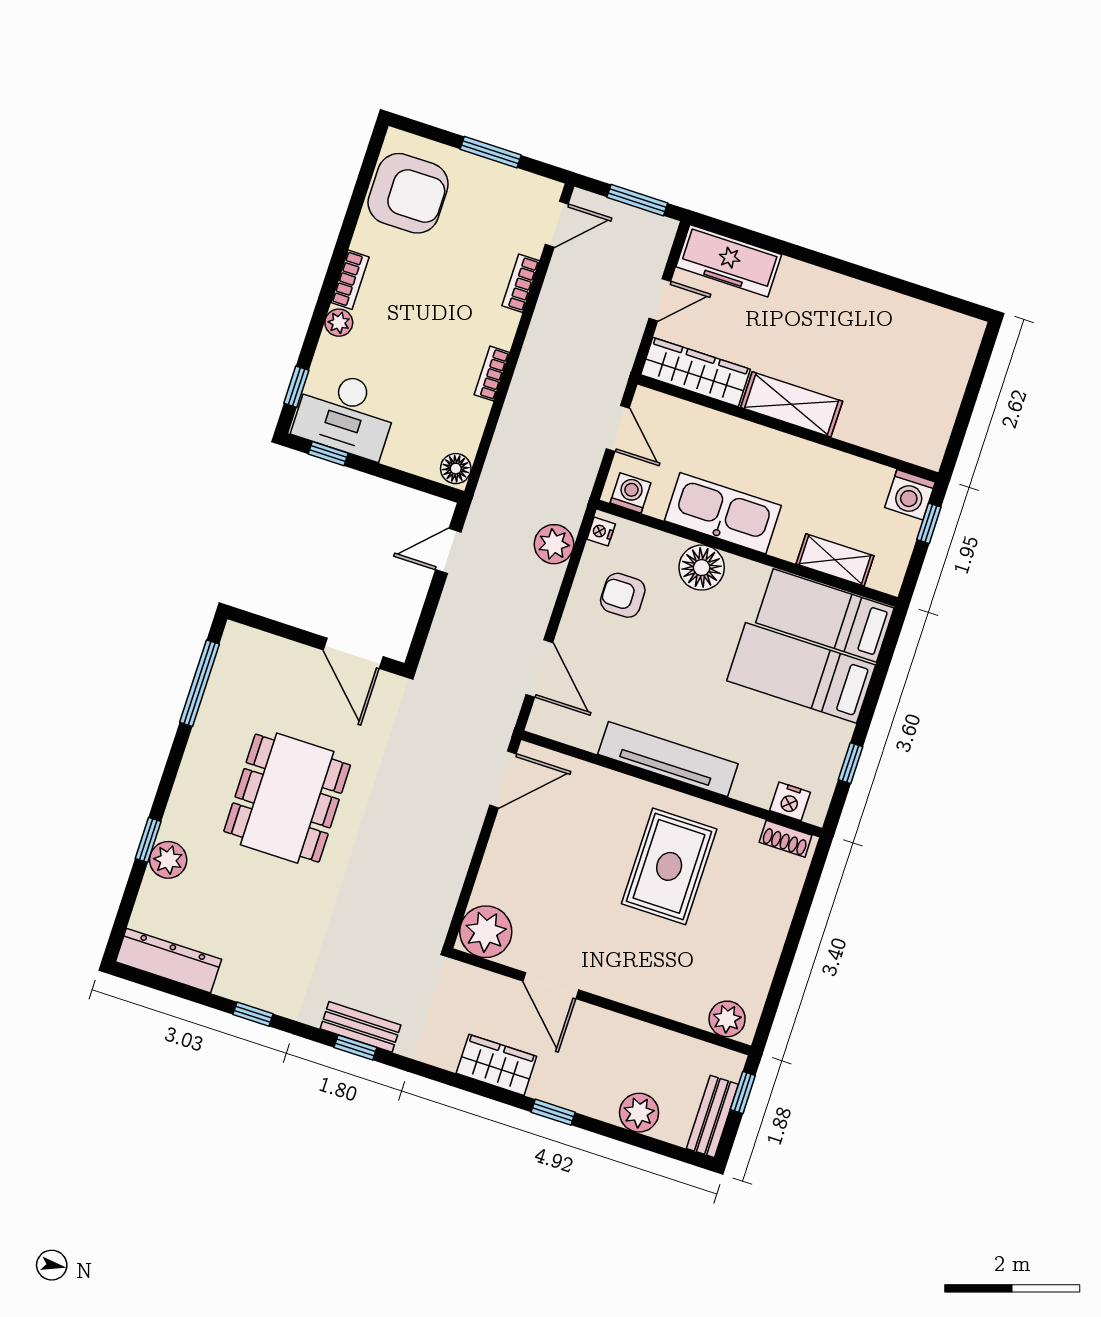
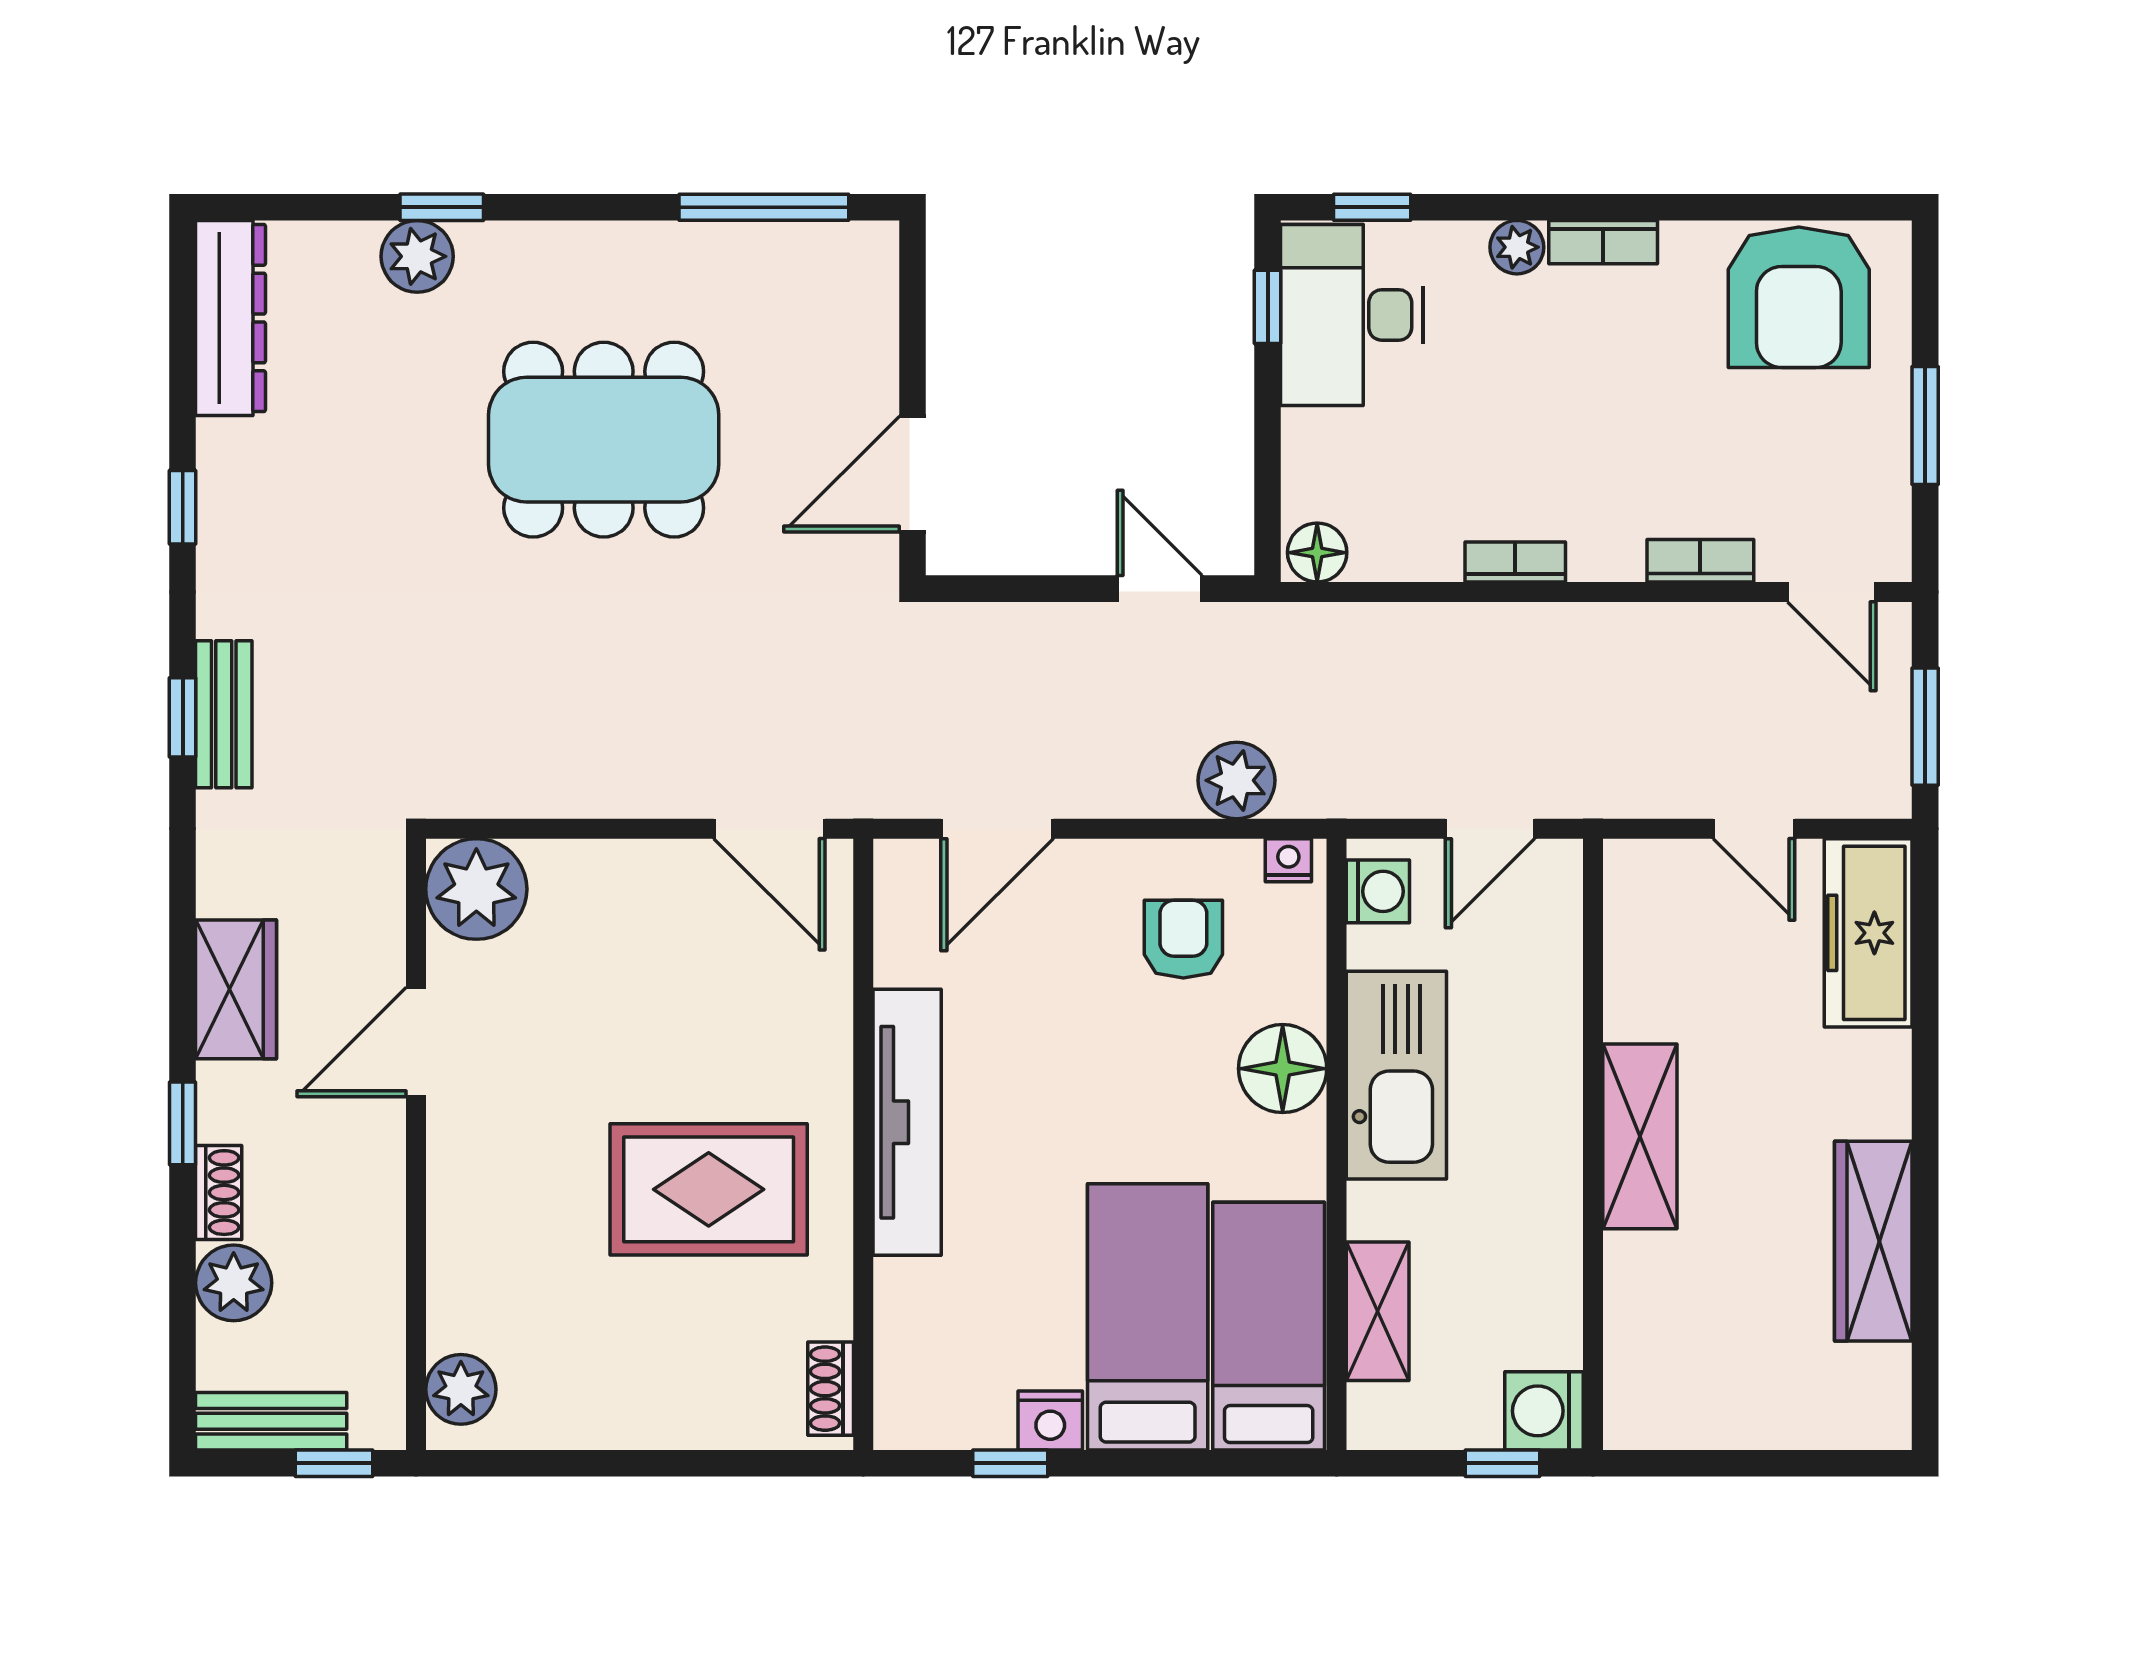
wardrobe: (695, 372) -> (1873, 1241), moved, turned 180
nightstand: (790, 801) -> (1050, 1420), moved, turned -90
shoe rack: (593, 1106) -> (219, 1193), added

